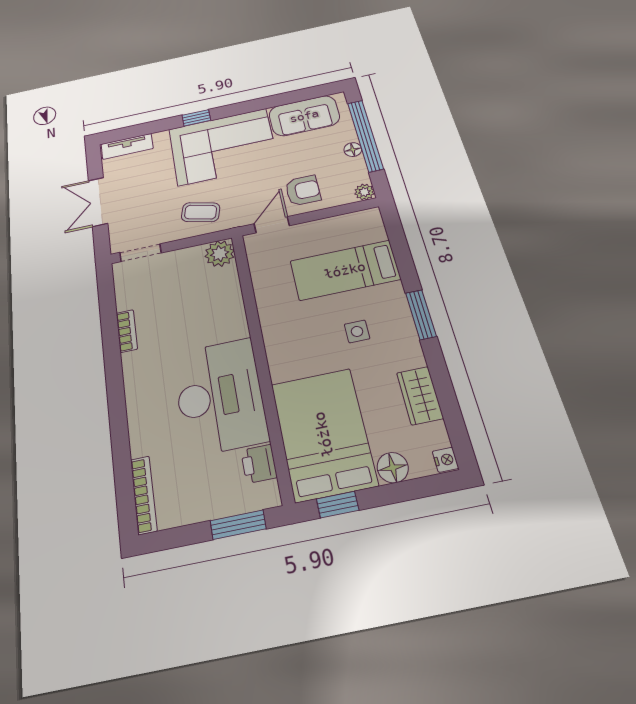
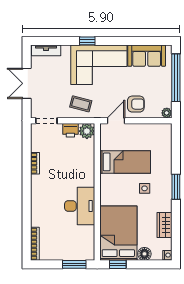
floor lamp: (353, 150) -> (167, 85), removed
bed: (345, 270) -> (125, 162), moved, turned 180
desk: (220, 396) -> (80, 206), width x0.73, depth x0.77
printer: (259, 464) -> (70, 130), moved, turned -90

